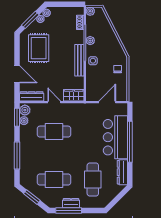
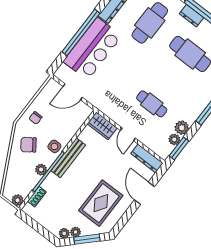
chair: (109, 50) -> (28, 145), added
plant: (25, 110) -> (182, 128), moved
cafe table: (54, 132) -> (152, 104), width x0.73, depth x0.74

